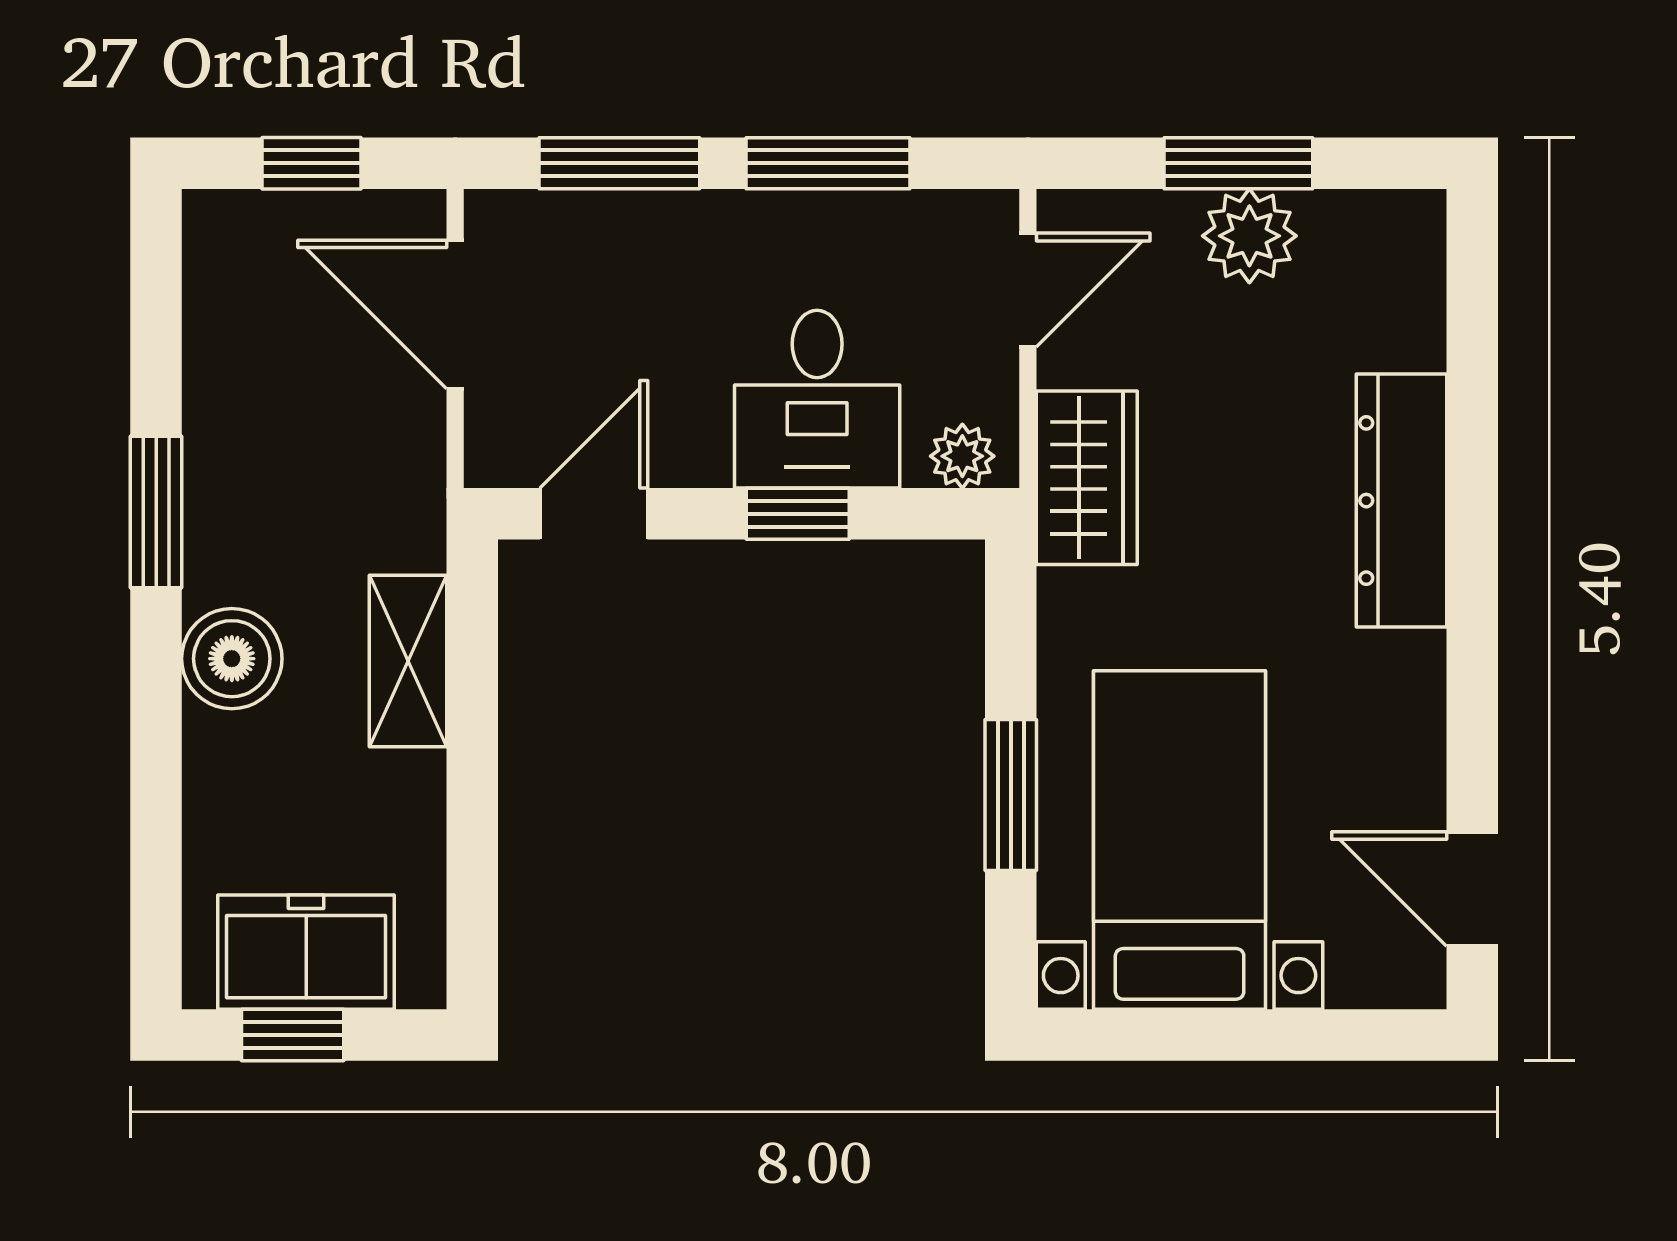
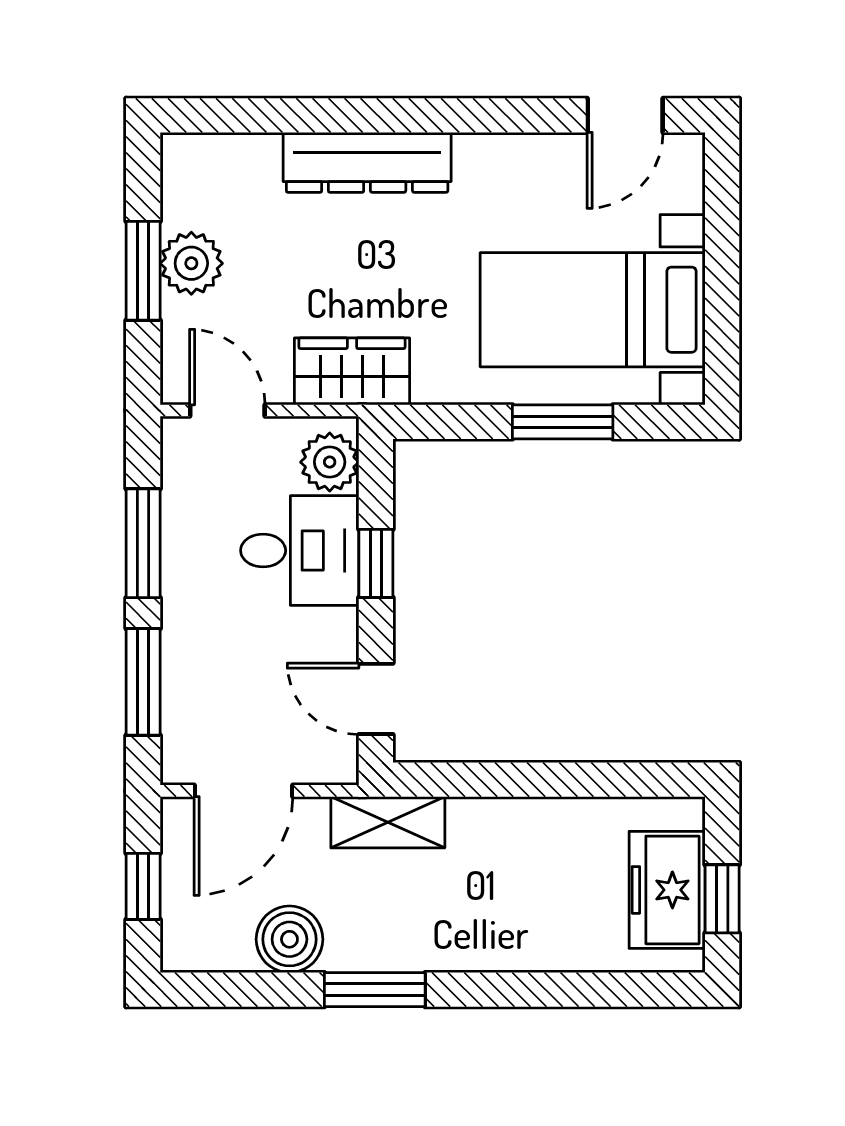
plant: (962, 456) -> (330, 462), width x1.38, depth x1.38
boiler: (232, 659) -> (289, 939), moved
shelving: (408, 661) -> (388, 822), moved

